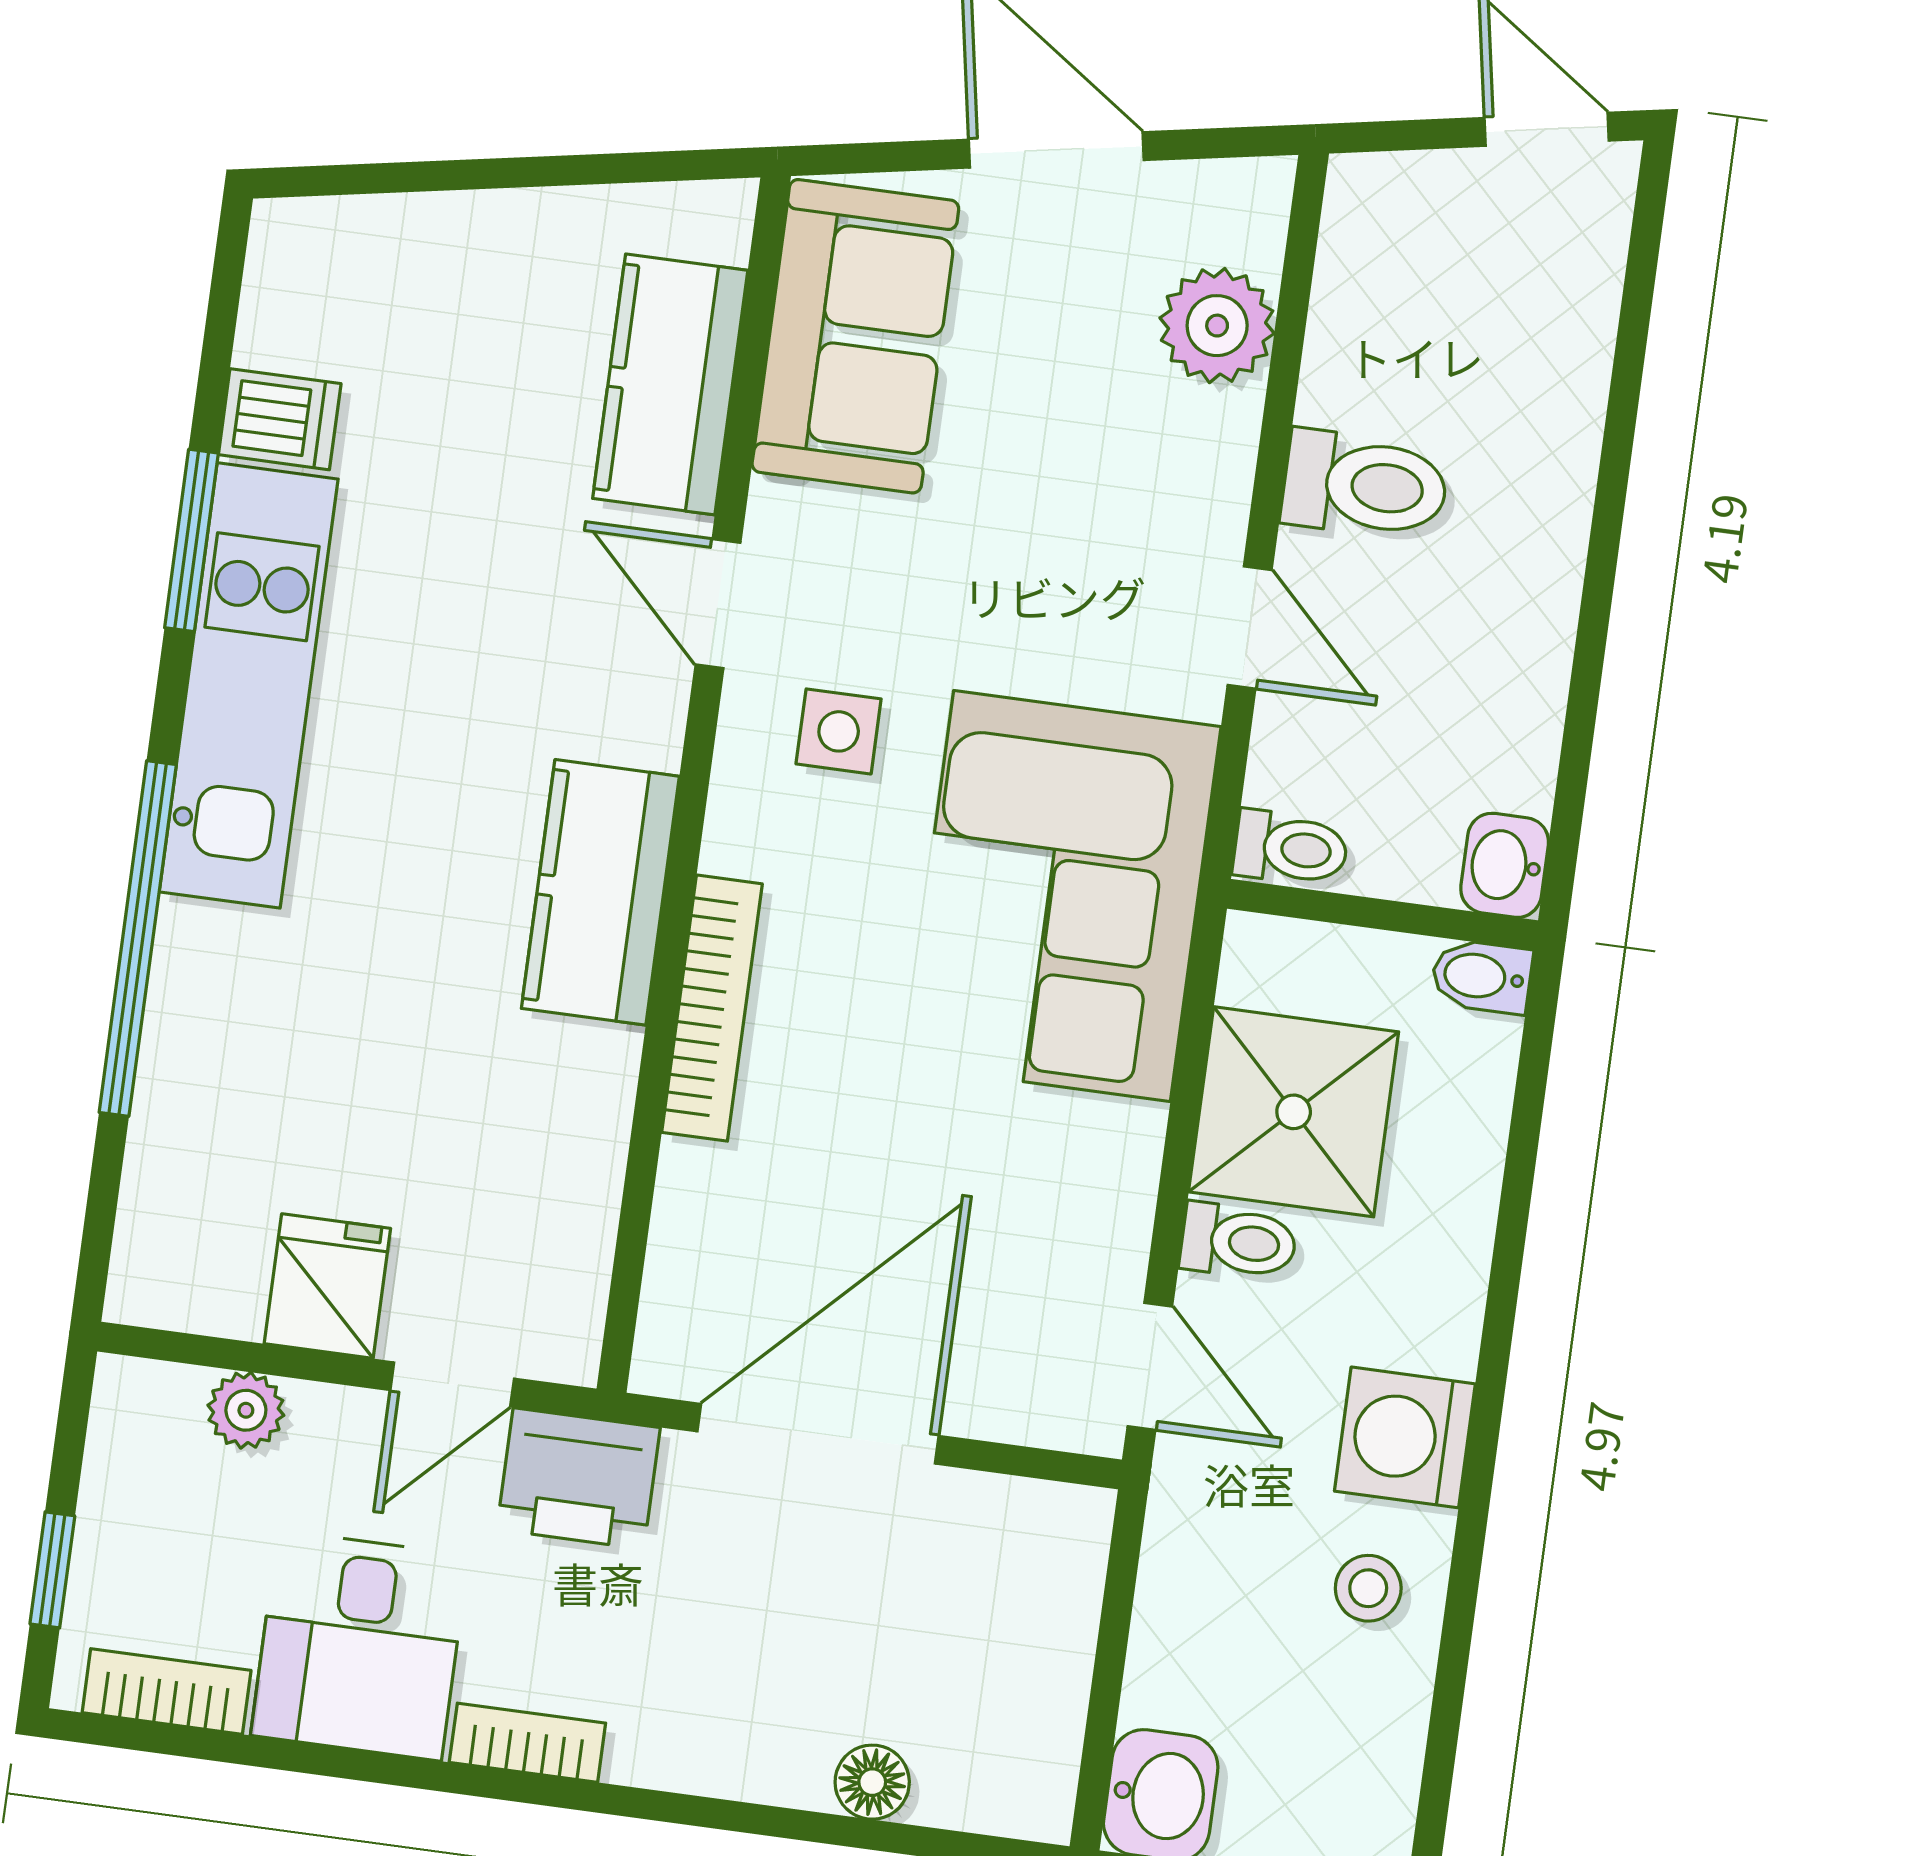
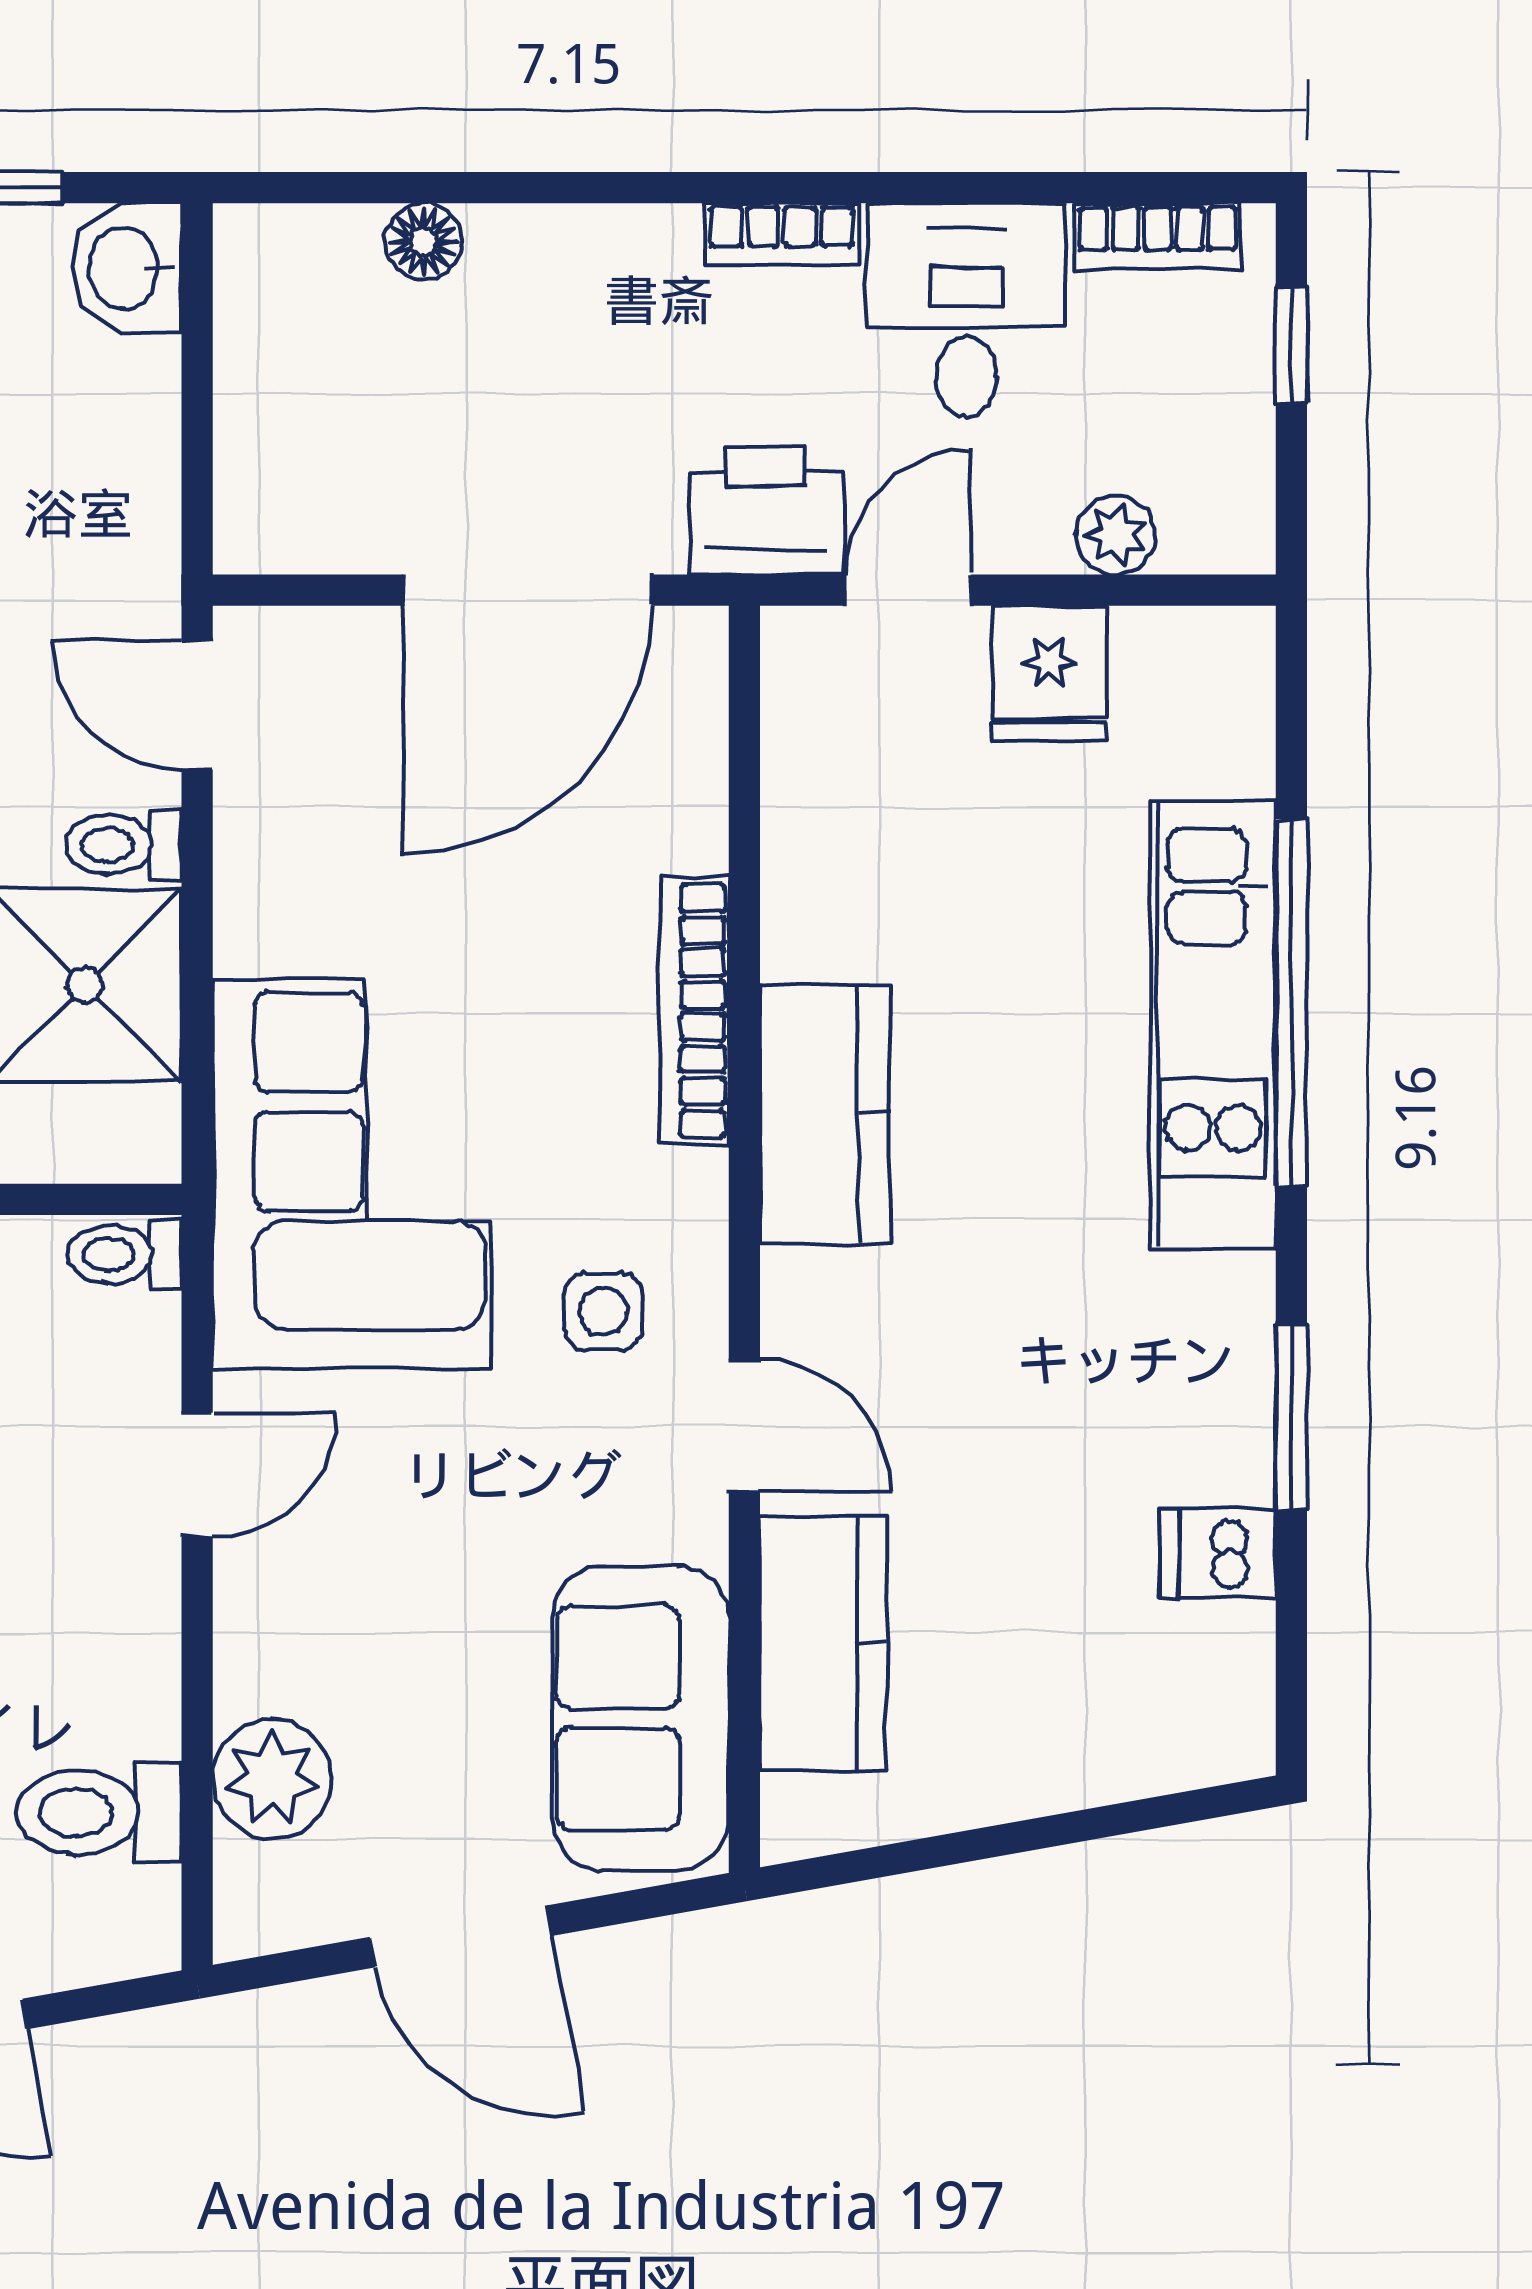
toilet: (1365, 485) -> (99, 1812), moved
door: (1250, 627) -> (197, 1475), swing flipped
kitchen unit: (249, 685) -> (1213, 1025), moved

